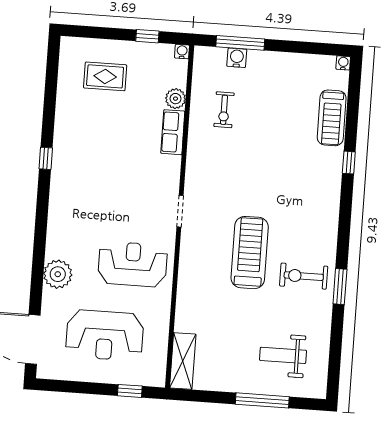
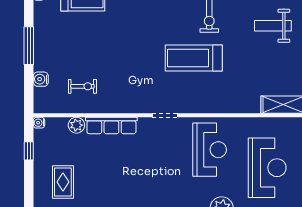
window: (240, 43) -> (29, 46), moved
row of seats: (173, 132) -> (111, 125), width x1.48
reception desk: (133, 264) -> (210, 150), turned 180
weight bench: (283, 355) -> (273, 26), turned 90

